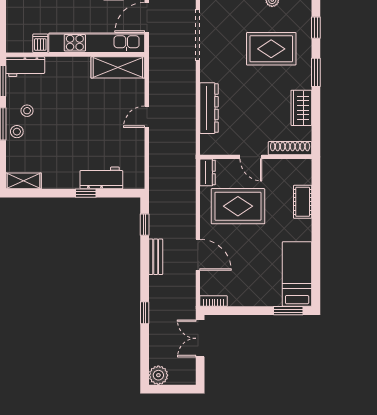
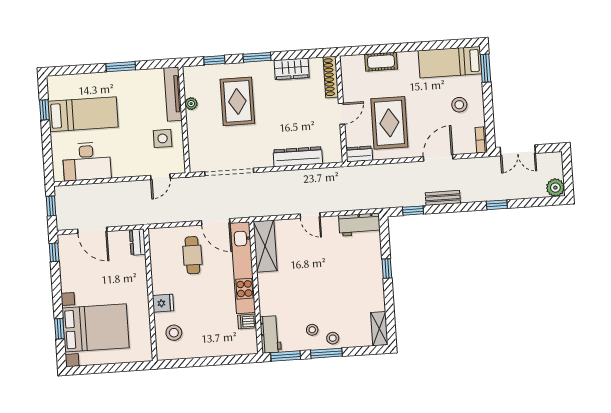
workbench: (101, 178) -> (359, 225), moved, turned -90
stool: (252, 281) -> (459, 105), added

